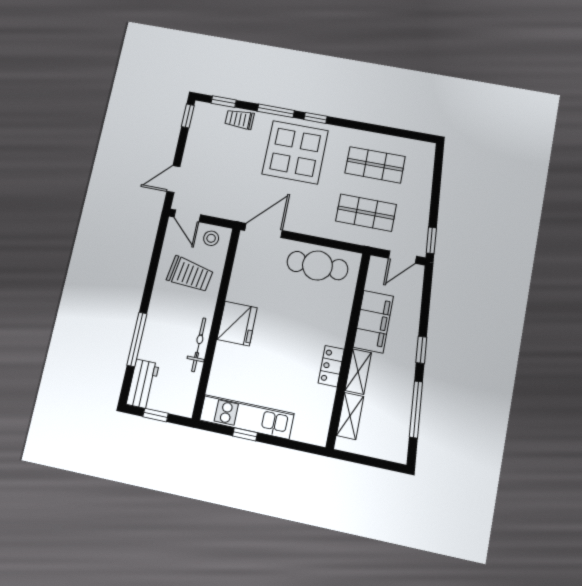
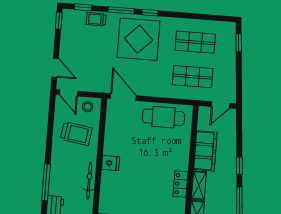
door: (173, 179) -> (55, 68), swing flipped
door: (263, 231) -> (123, 97), hinge flipped
window: (431, 240) -> (239, 43), moved
fridge: (237, 324) -> (111, 163), width x0.53, depth x0.75

